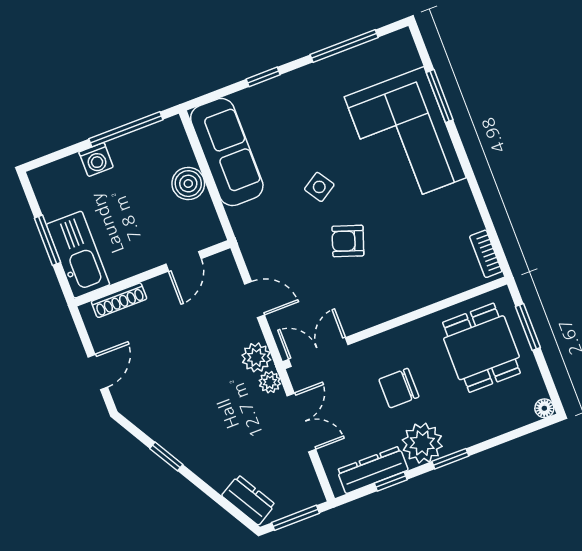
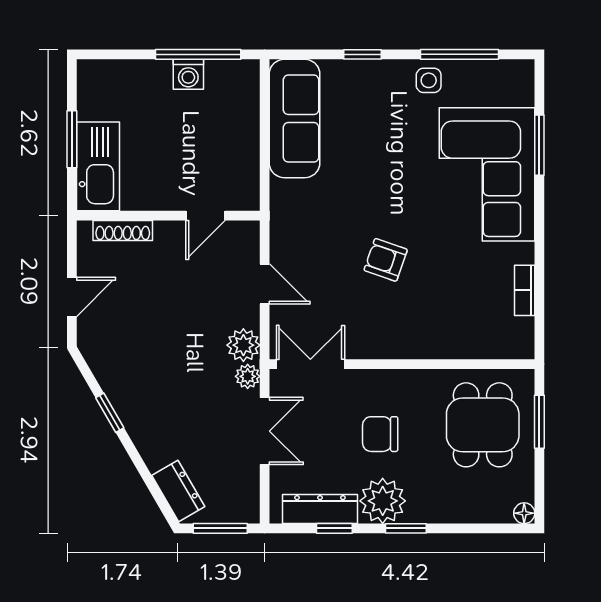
washing machine: (96, 160) -> (188, 74), moved
boiler: (188, 184) -> (242, 136), removed
side table: (319, 187) -> (429, 80), moved, turned 33
bookcase: (486, 254) -> (525, 290), moved

